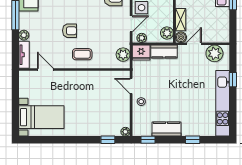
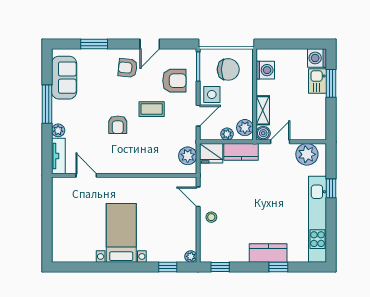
armchair: (70, 31) -> (118, 125), turned 90
plant: (142, 38) -> (227, 134), moved
coffee table: (82, 54) -> (152, 109), moved
bed with nightstands: (41, 117) -> (121, 233), moved, turned -90
kitchen counter: (166, 129) -> (268, 253), moved

